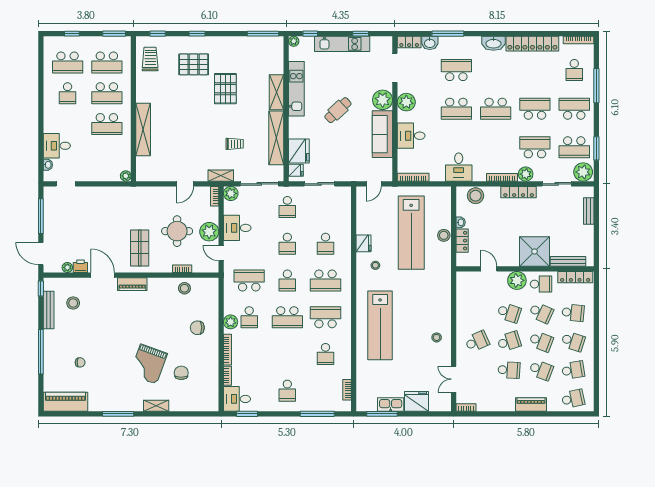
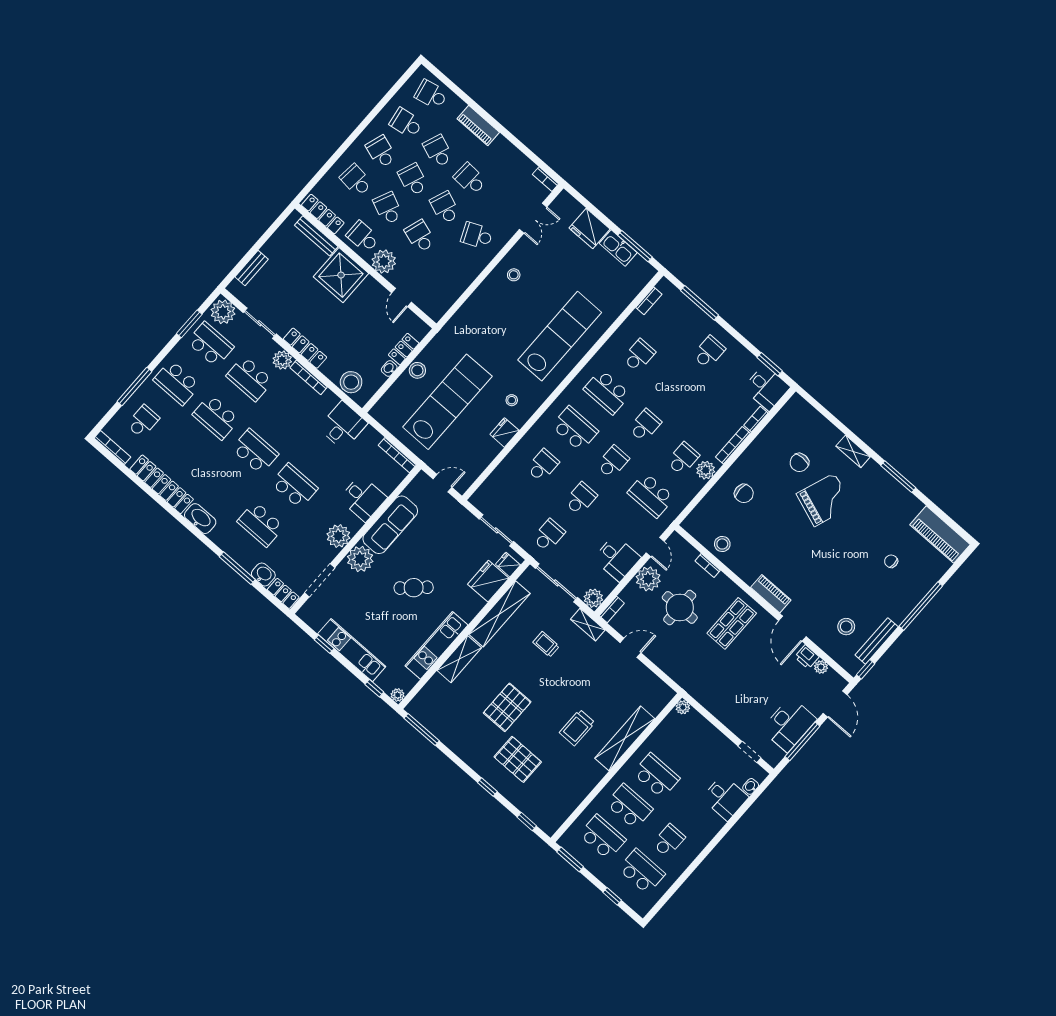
trolley: (150, 59) -> (577, 728), moved
desk: (57, 219) -> (789, 724), added
school desk: (287, 317) -> (645, 425), width x0.54
school desk: (509, 341) -> (445, 208), turned 39

